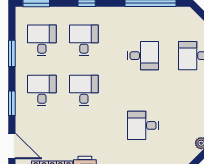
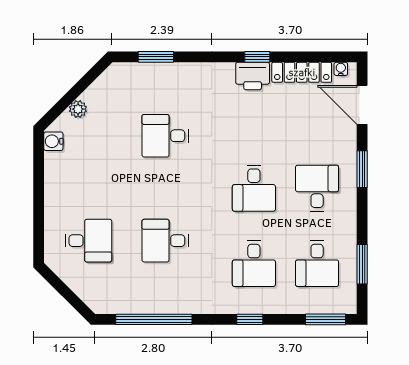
window: (12, 53) -> (362, 264), moved
desk: (42, 91) -> (317, 188), turned 180
desk: (143, 125) -> (165, 136), turned 180

